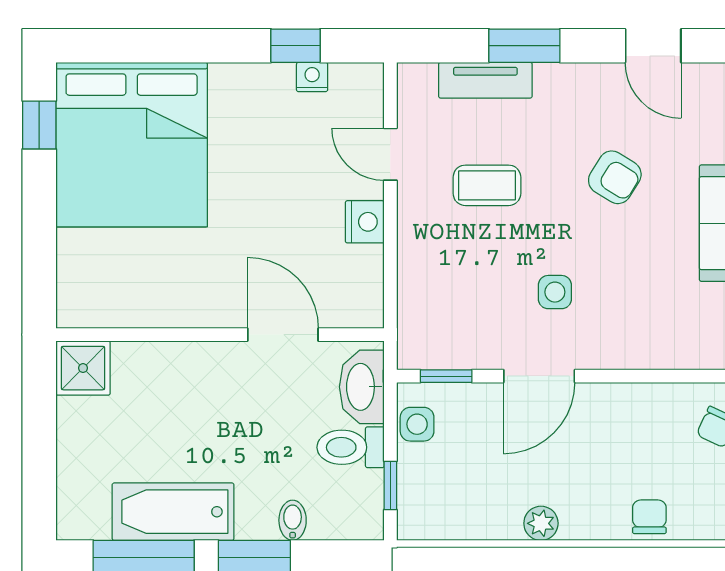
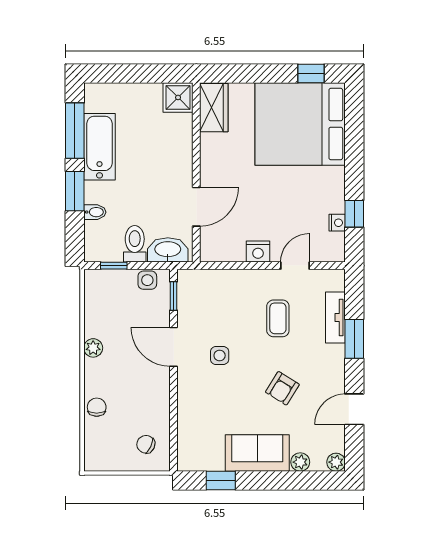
wardrobe: (102, 303) -> (214, 108), added
chair: (649, 517) -> (97, 407), turned -90

